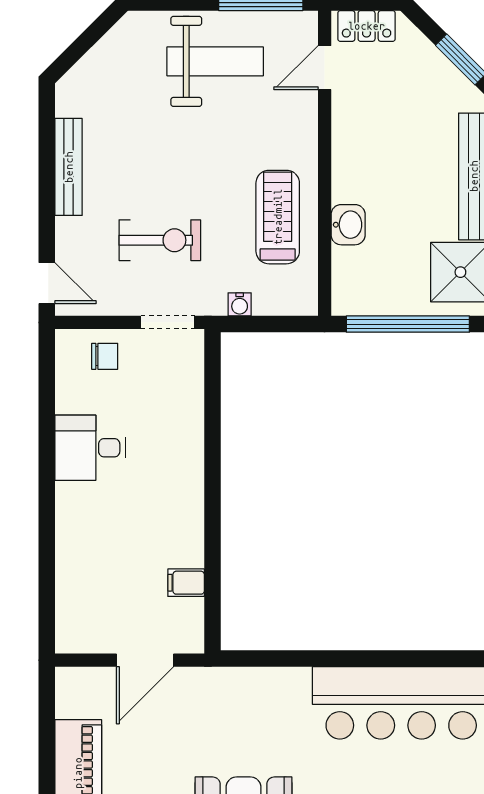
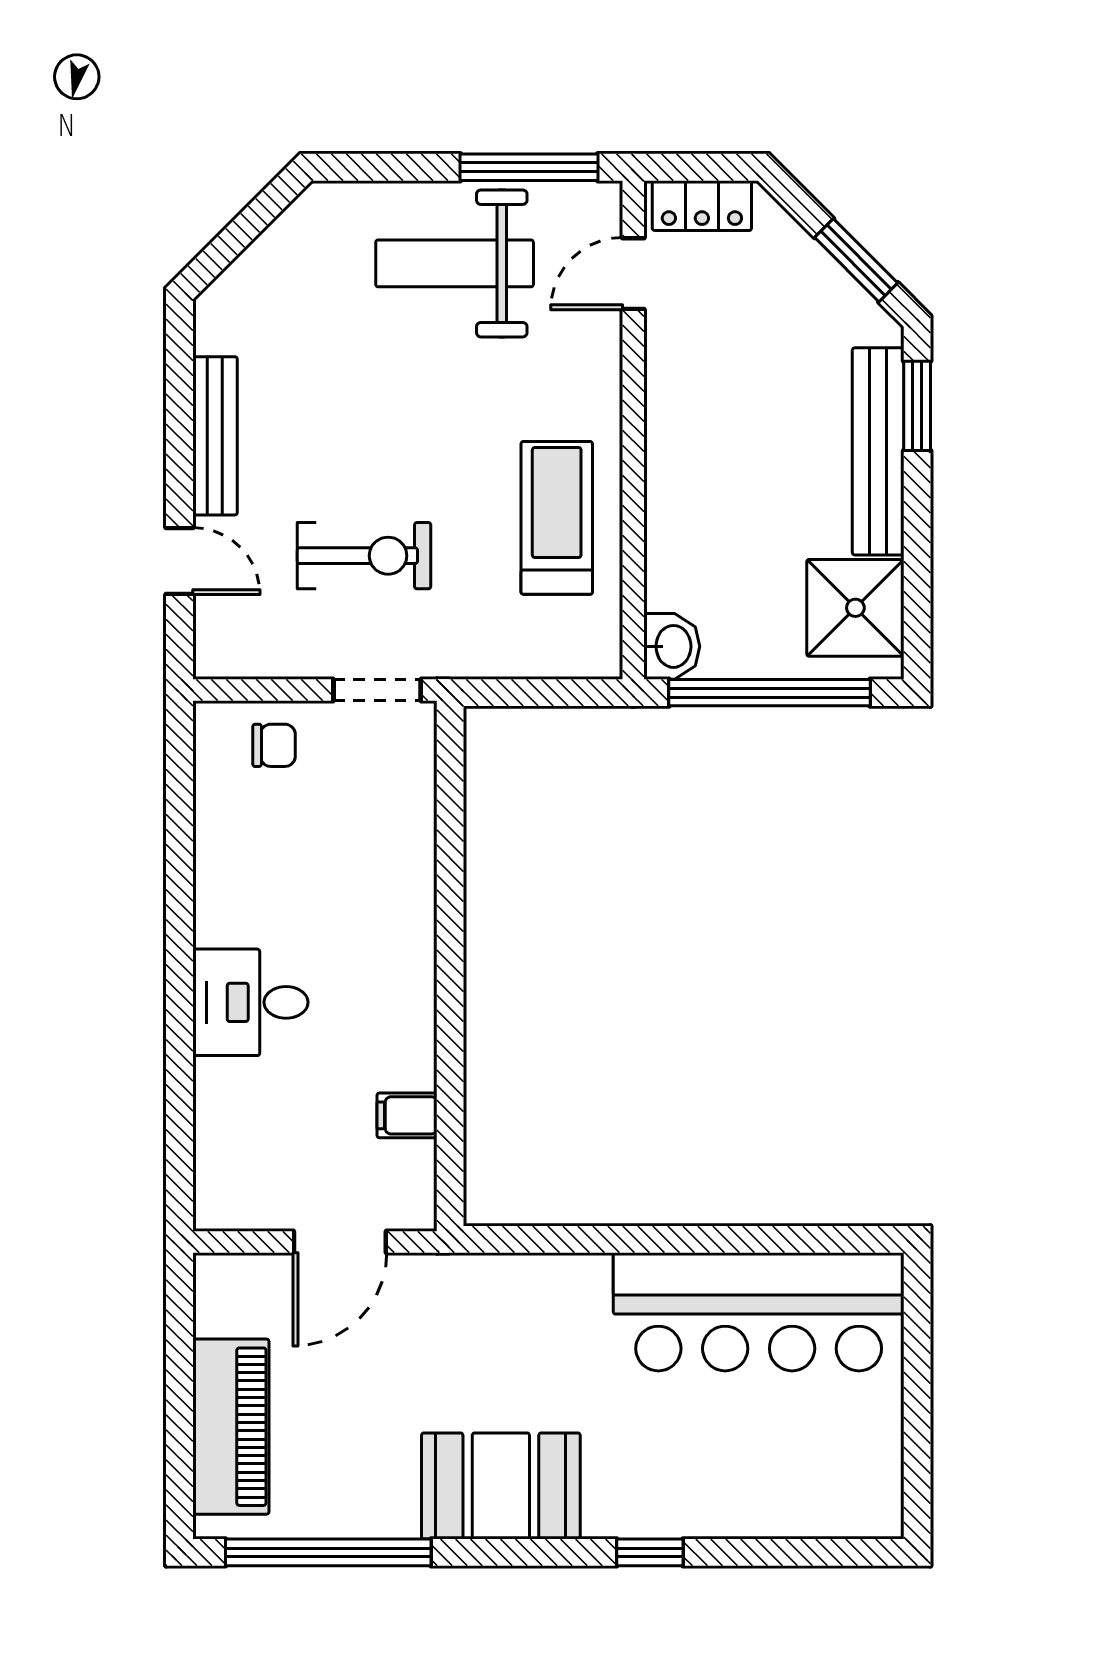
weight bench: (215, 61) -> (455, 263), turned 180
washbasin: (348, 225) -> (672, 646), moved
door: (47, 283) -> (179, 561), moved
water cooler: (240, 304) -> (494, 661), removed
desk: (90, 448) -> (250, 1002), moved

